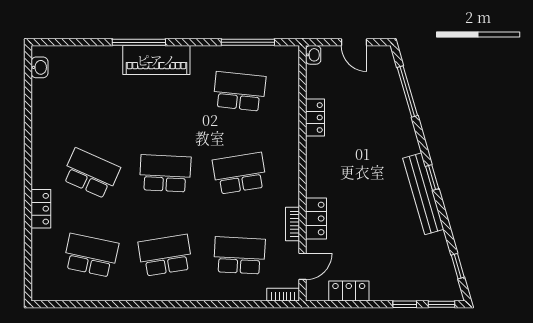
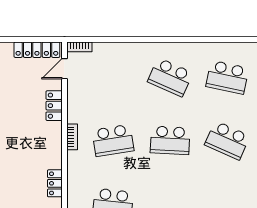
bookcase: (293, 224) -> (72, 137), moved
school desk: (165, 255) -> (170, 77), turned 33
school desk: (239, 255) -> (113, 77), removed
locker: (349, 291) -> (37, 50), width x1.53

